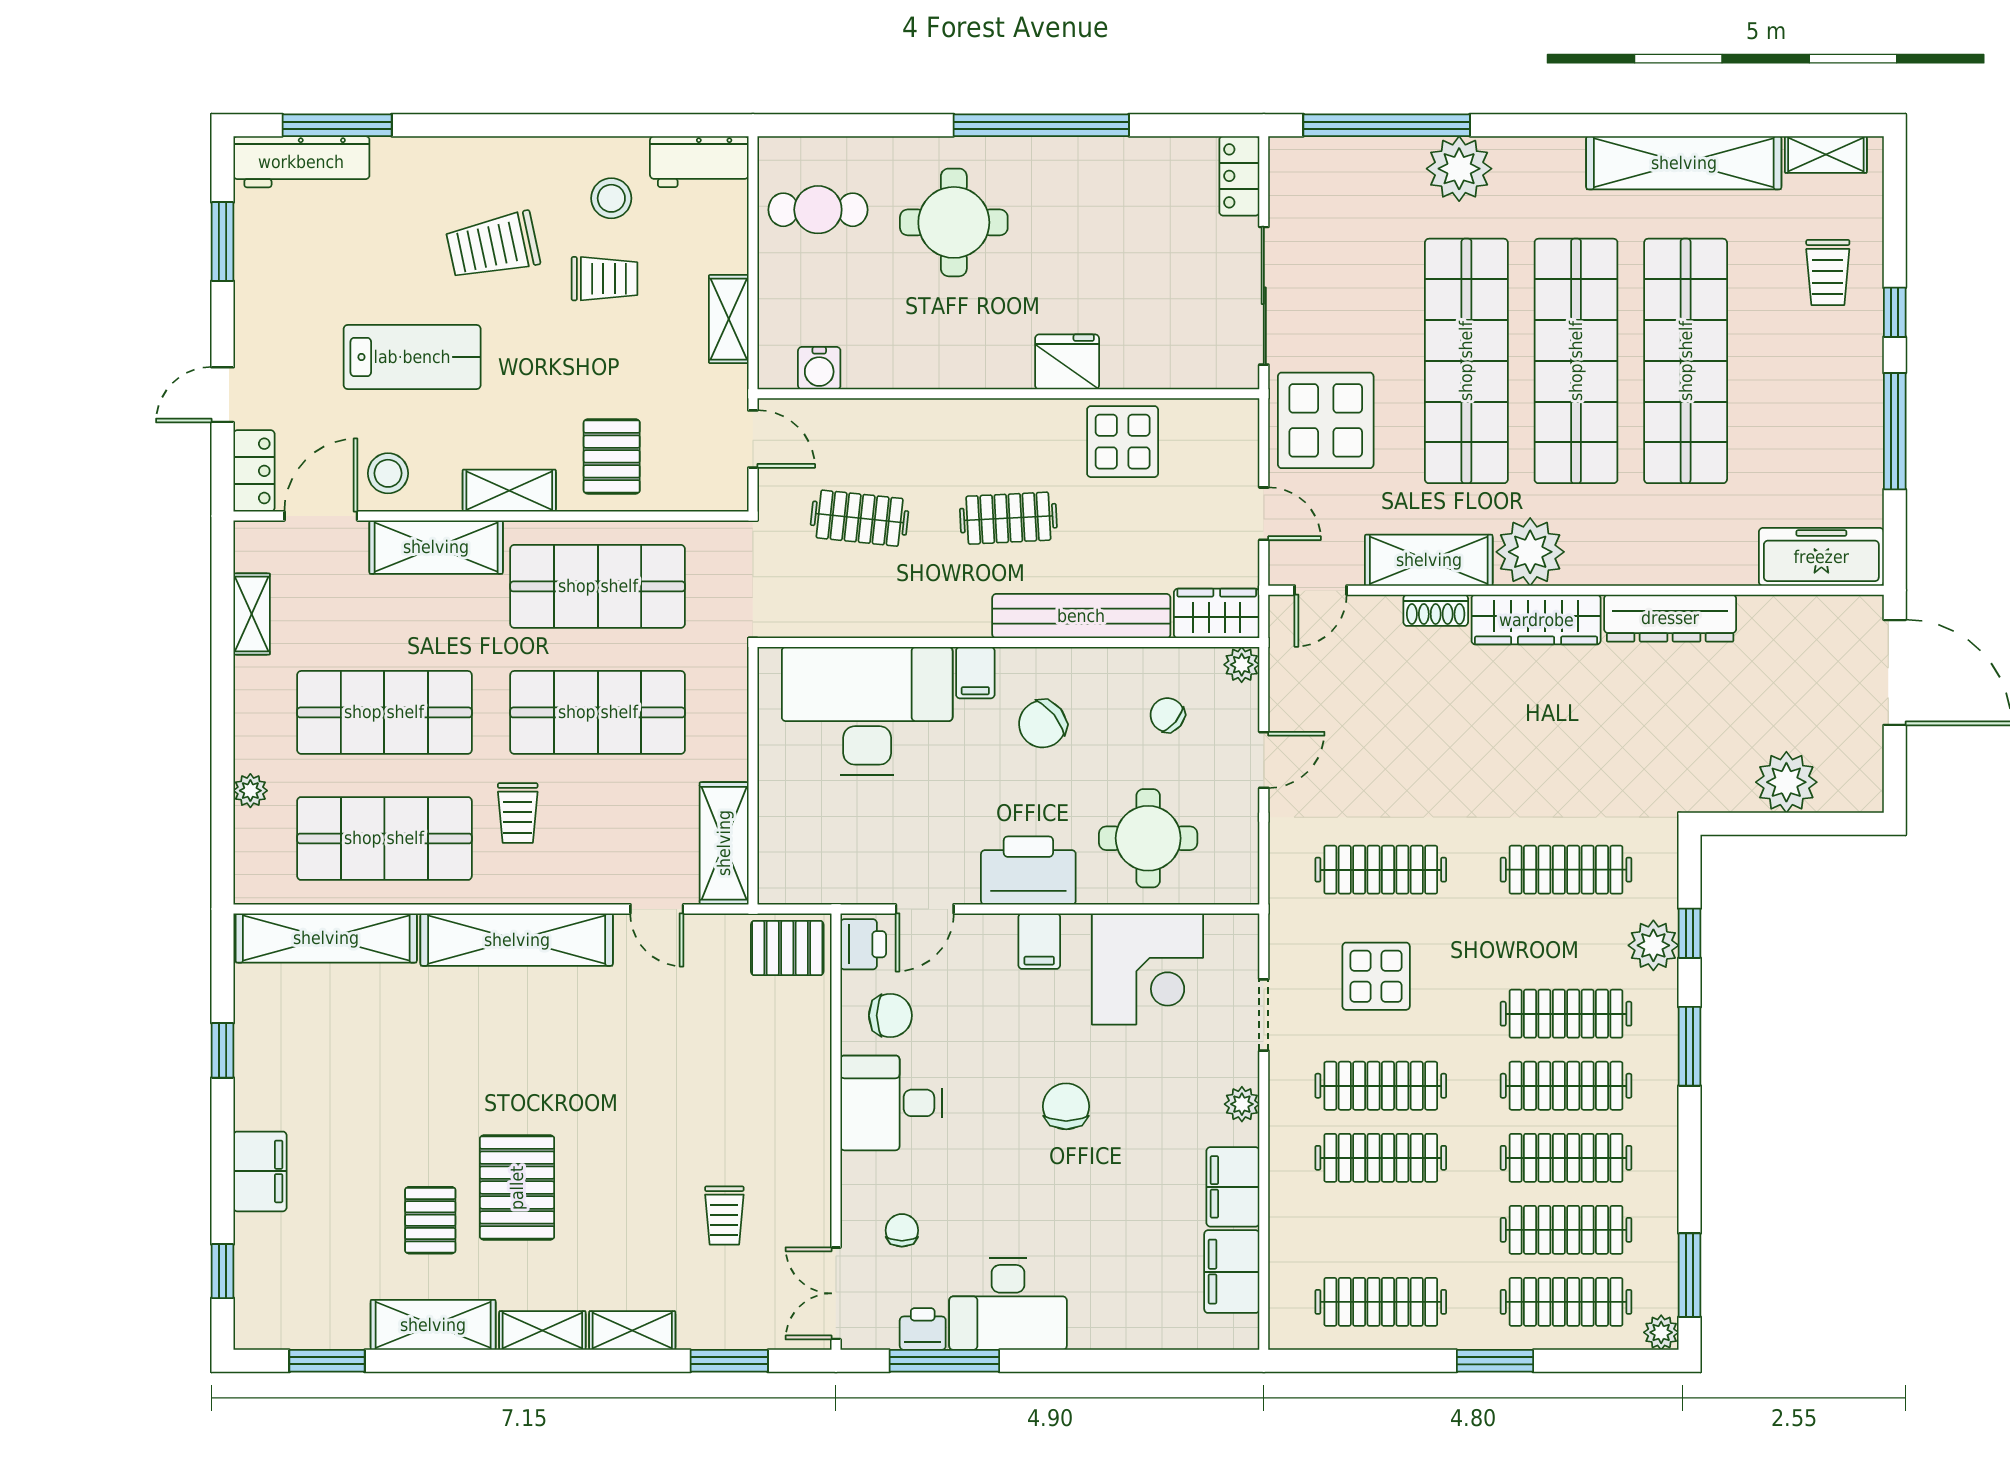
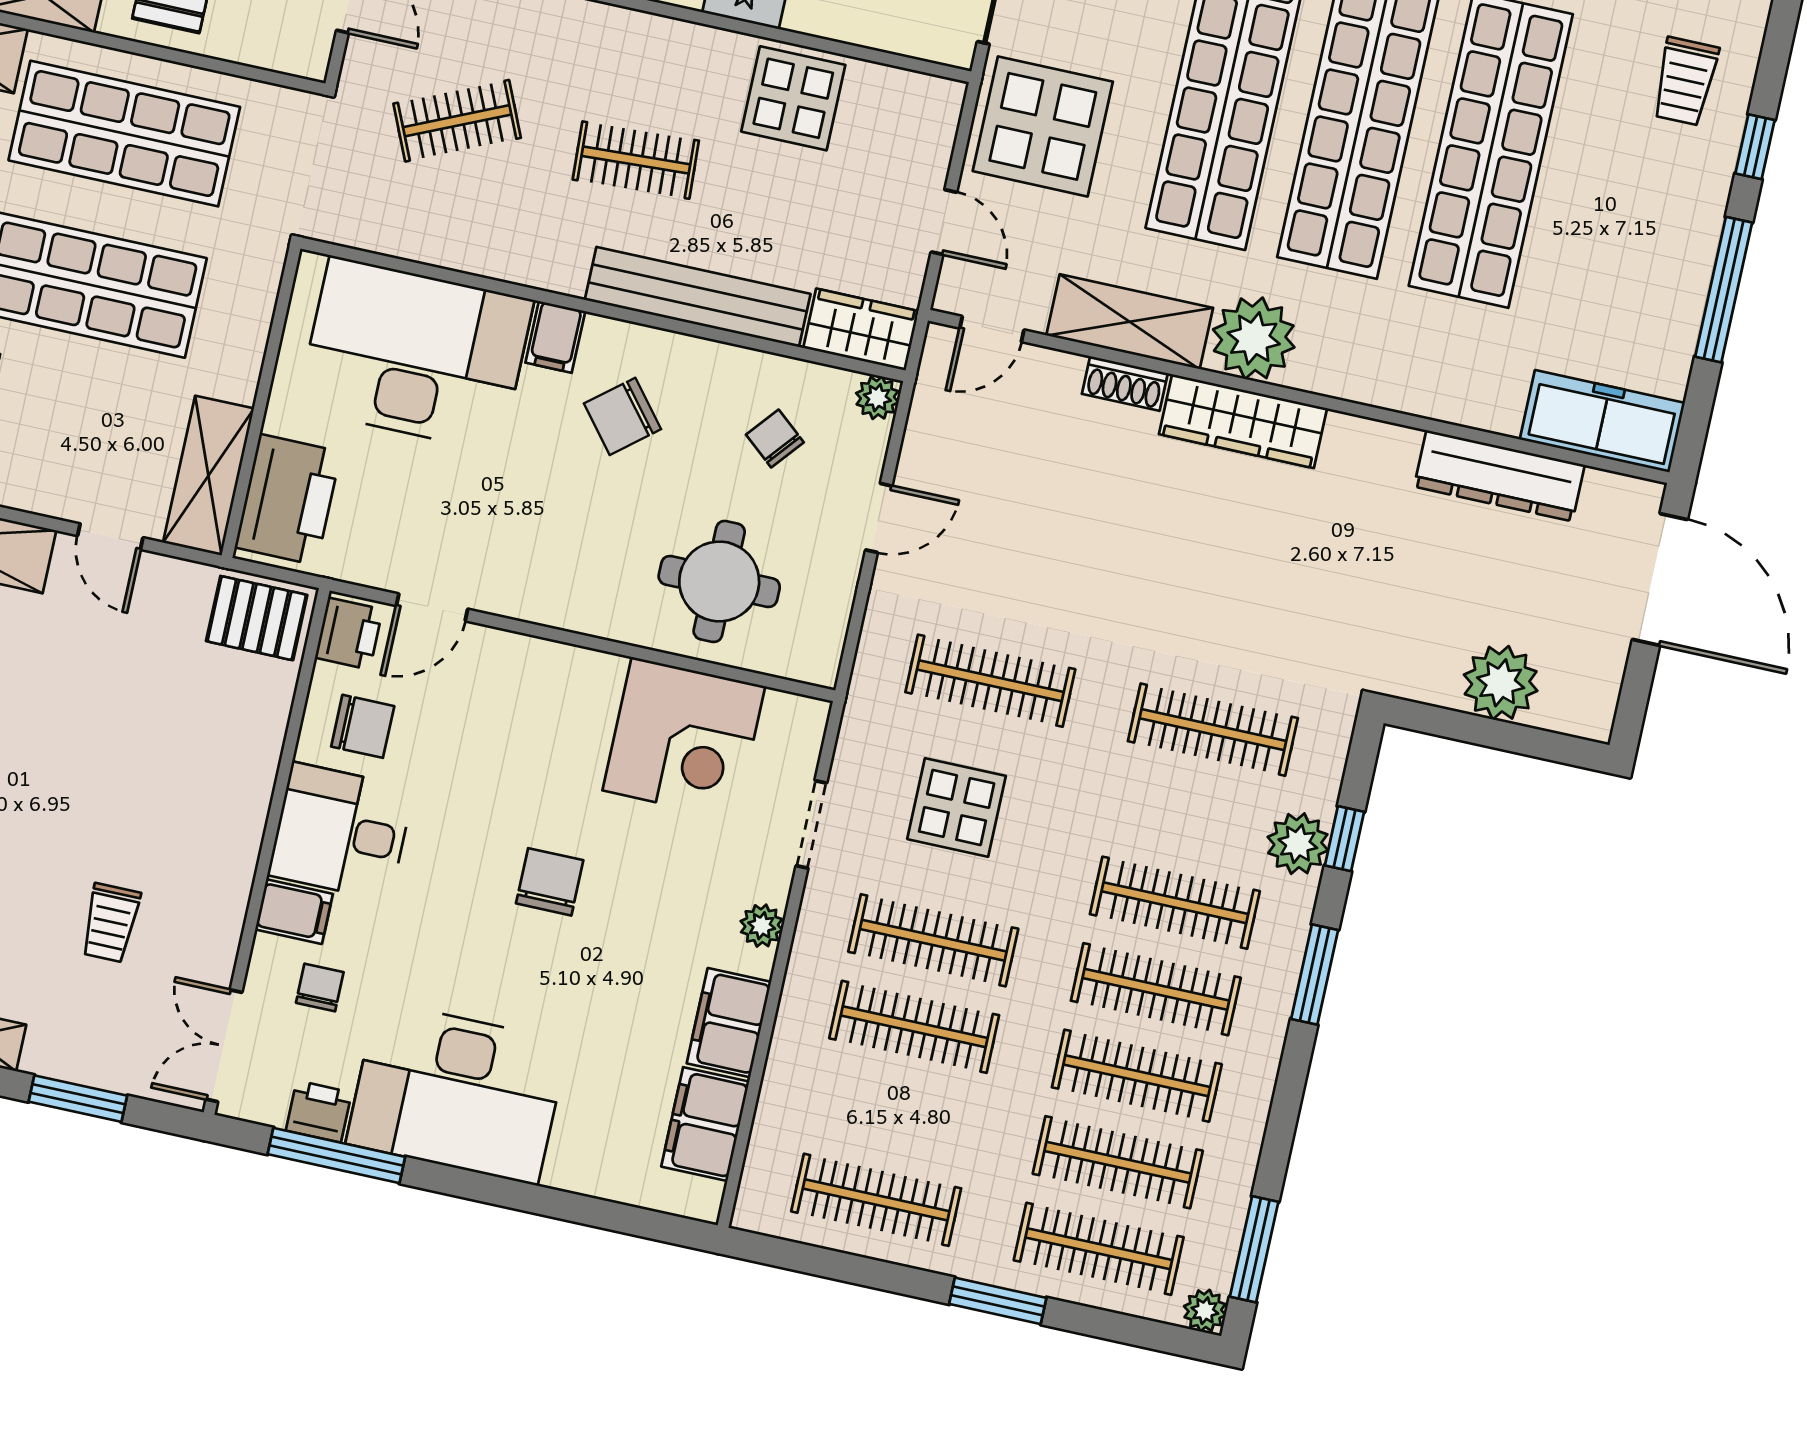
clothes rail: (860, 518) -> (457, 121), turned -30
dresser: (1670, 618) -> (1499, 476), moved
printer: (1028, 871) -> (288, 500), moved, turned 90
filing cabinet: (1039, 941) -> (294, 912), moved, turned -90
desk: (1008, 1304) -> (457, 1093), width x1.36, depth x1.30

